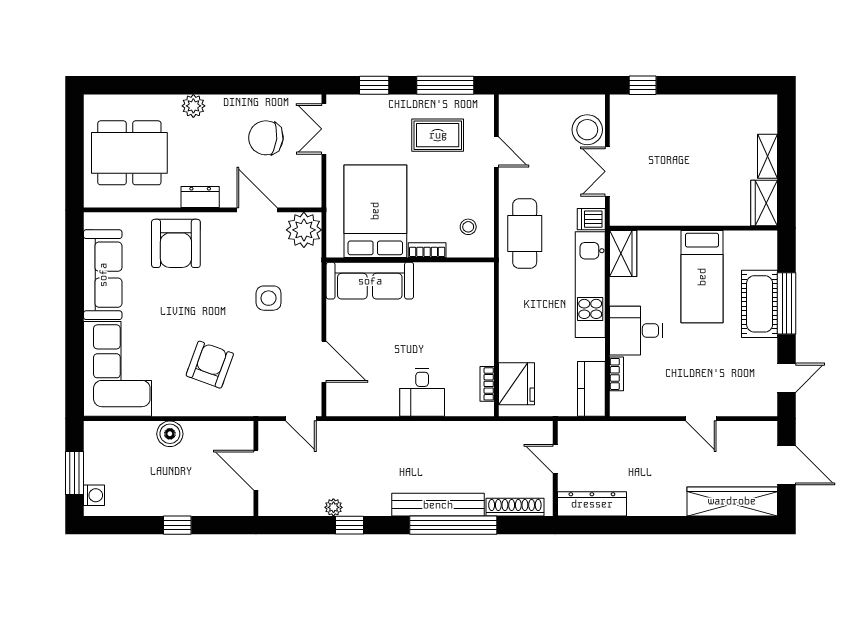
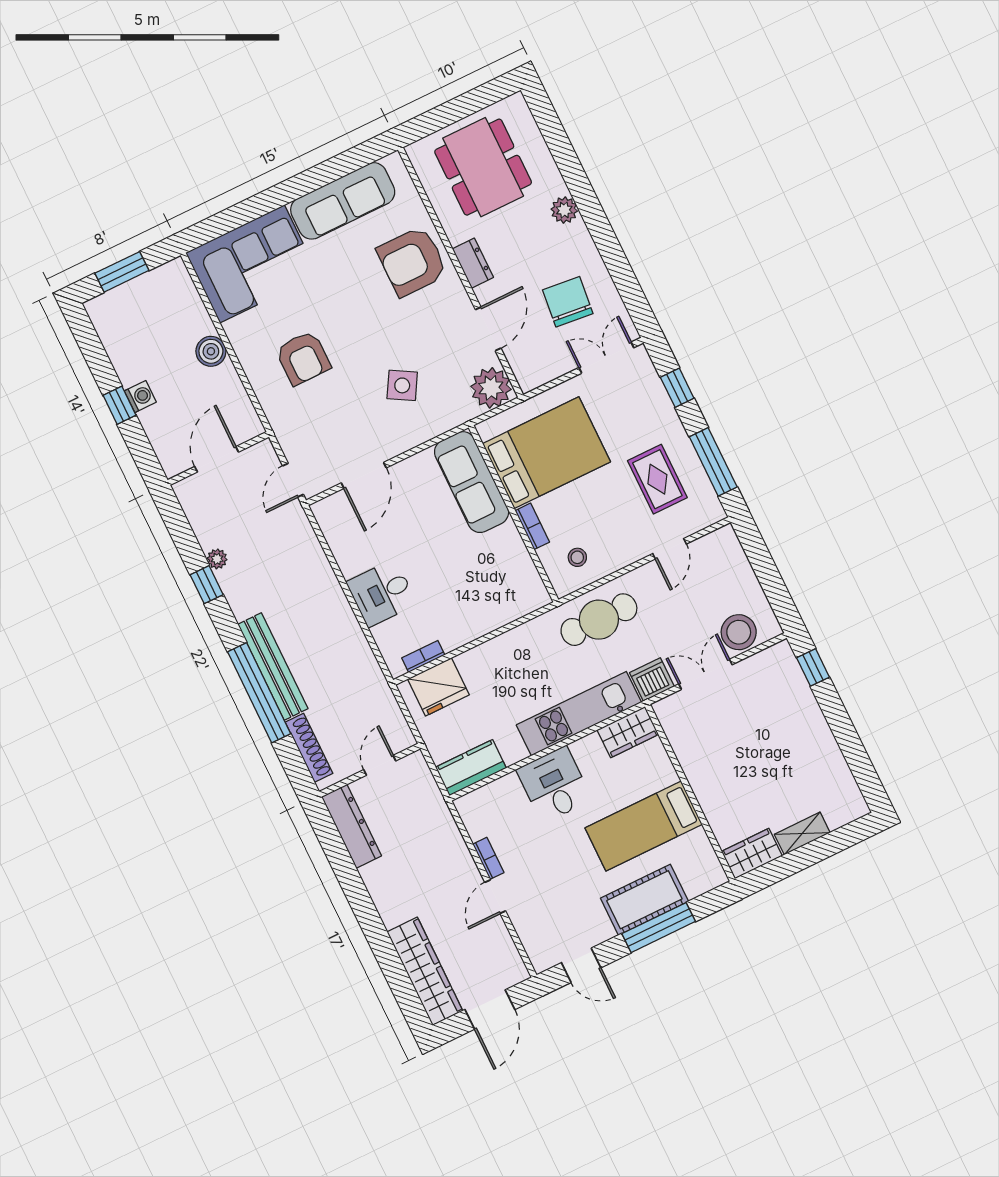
dishwasher: (591, 219) -> (652, 680), width x1.38
side table: (269, 298) -> (402, 385), turned 30
armchair: (210, 365) -> (303, 358), turned 70
bookcase: (616, 374) -> (488, 858), moved, turned -90
washing machine: (94, 495) -> (140, 396), moved, turned -90

